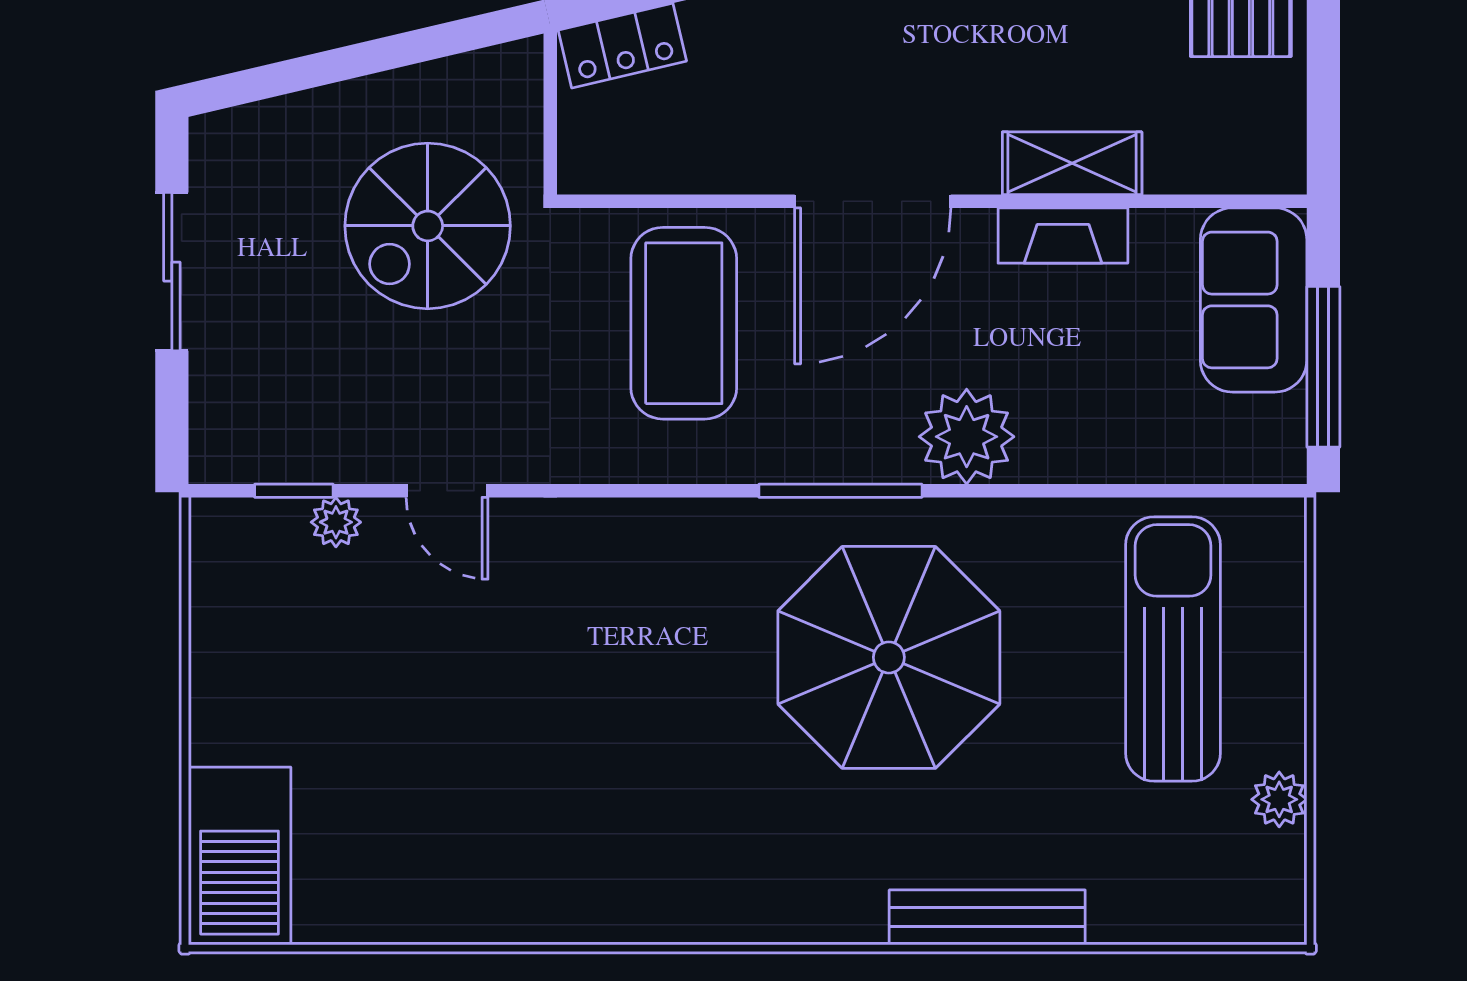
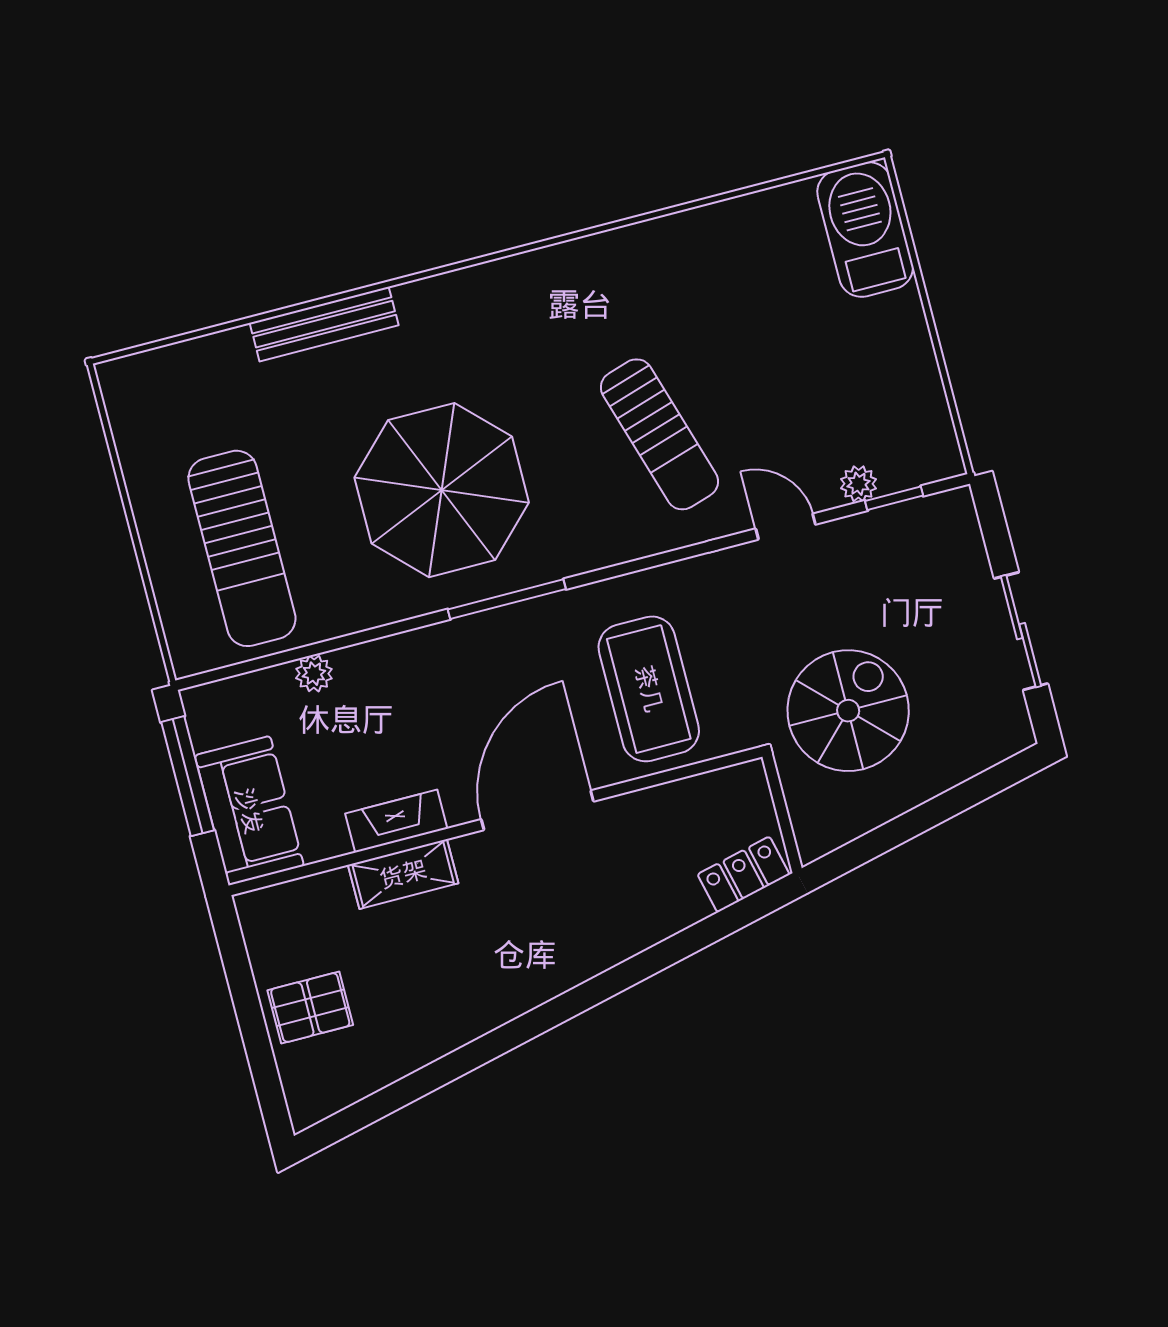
plant: (967, 437) -> (314, 674), moved, width x0.53, depth x0.53
sun lounger: (582, 656) -> (659, 434), added
plant: (1279, 799) -> (139, 461), removed

